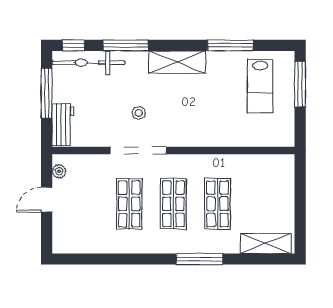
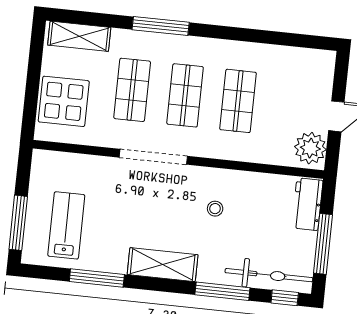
doorway: (138, 150) -> (153, 157), moved
plant: (59, 171) -> (310, 148), width x1.87, depth x1.87
display table: (273, 188) -> (64, 101), added

